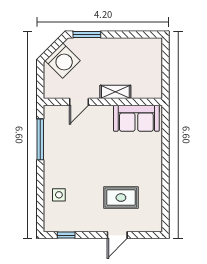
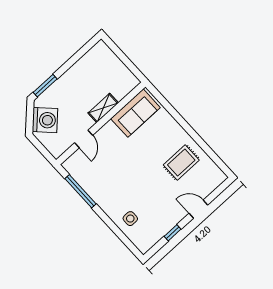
rug: (121, 198) -> (181, 162), moved
window: (66, 235) -> (173, 233), moved
door: (117, 235) -> (198, 209), swing flipped

